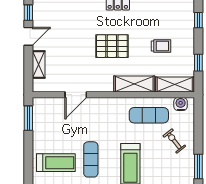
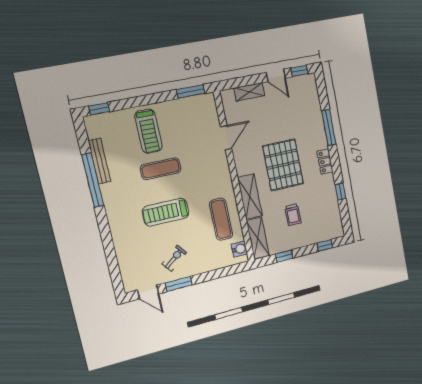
pallet: (112, 46) -> (283, 165), width x1.37, depth x1.41
door: (76, 95) -> (226, 138), swing flipped
exercise bike: (174, 141) -> (174, 258), moved

